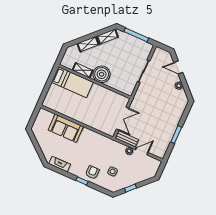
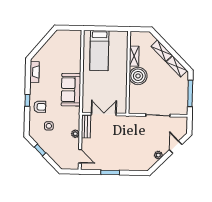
bed: (72, 82) -> (99, 51), moved
double door: (122, 119) -> (104, 114), swing flipped
sofa: (66, 128) -> (71, 90), moved
door: (142, 151) -> (80, 156), moved

